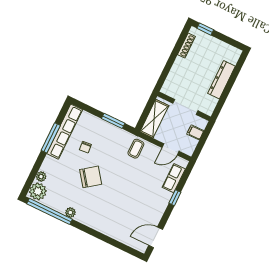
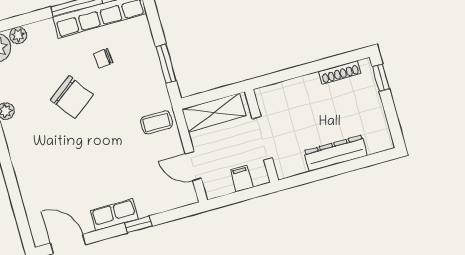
row of seats: (174, 178) -> (114, 215), moved

